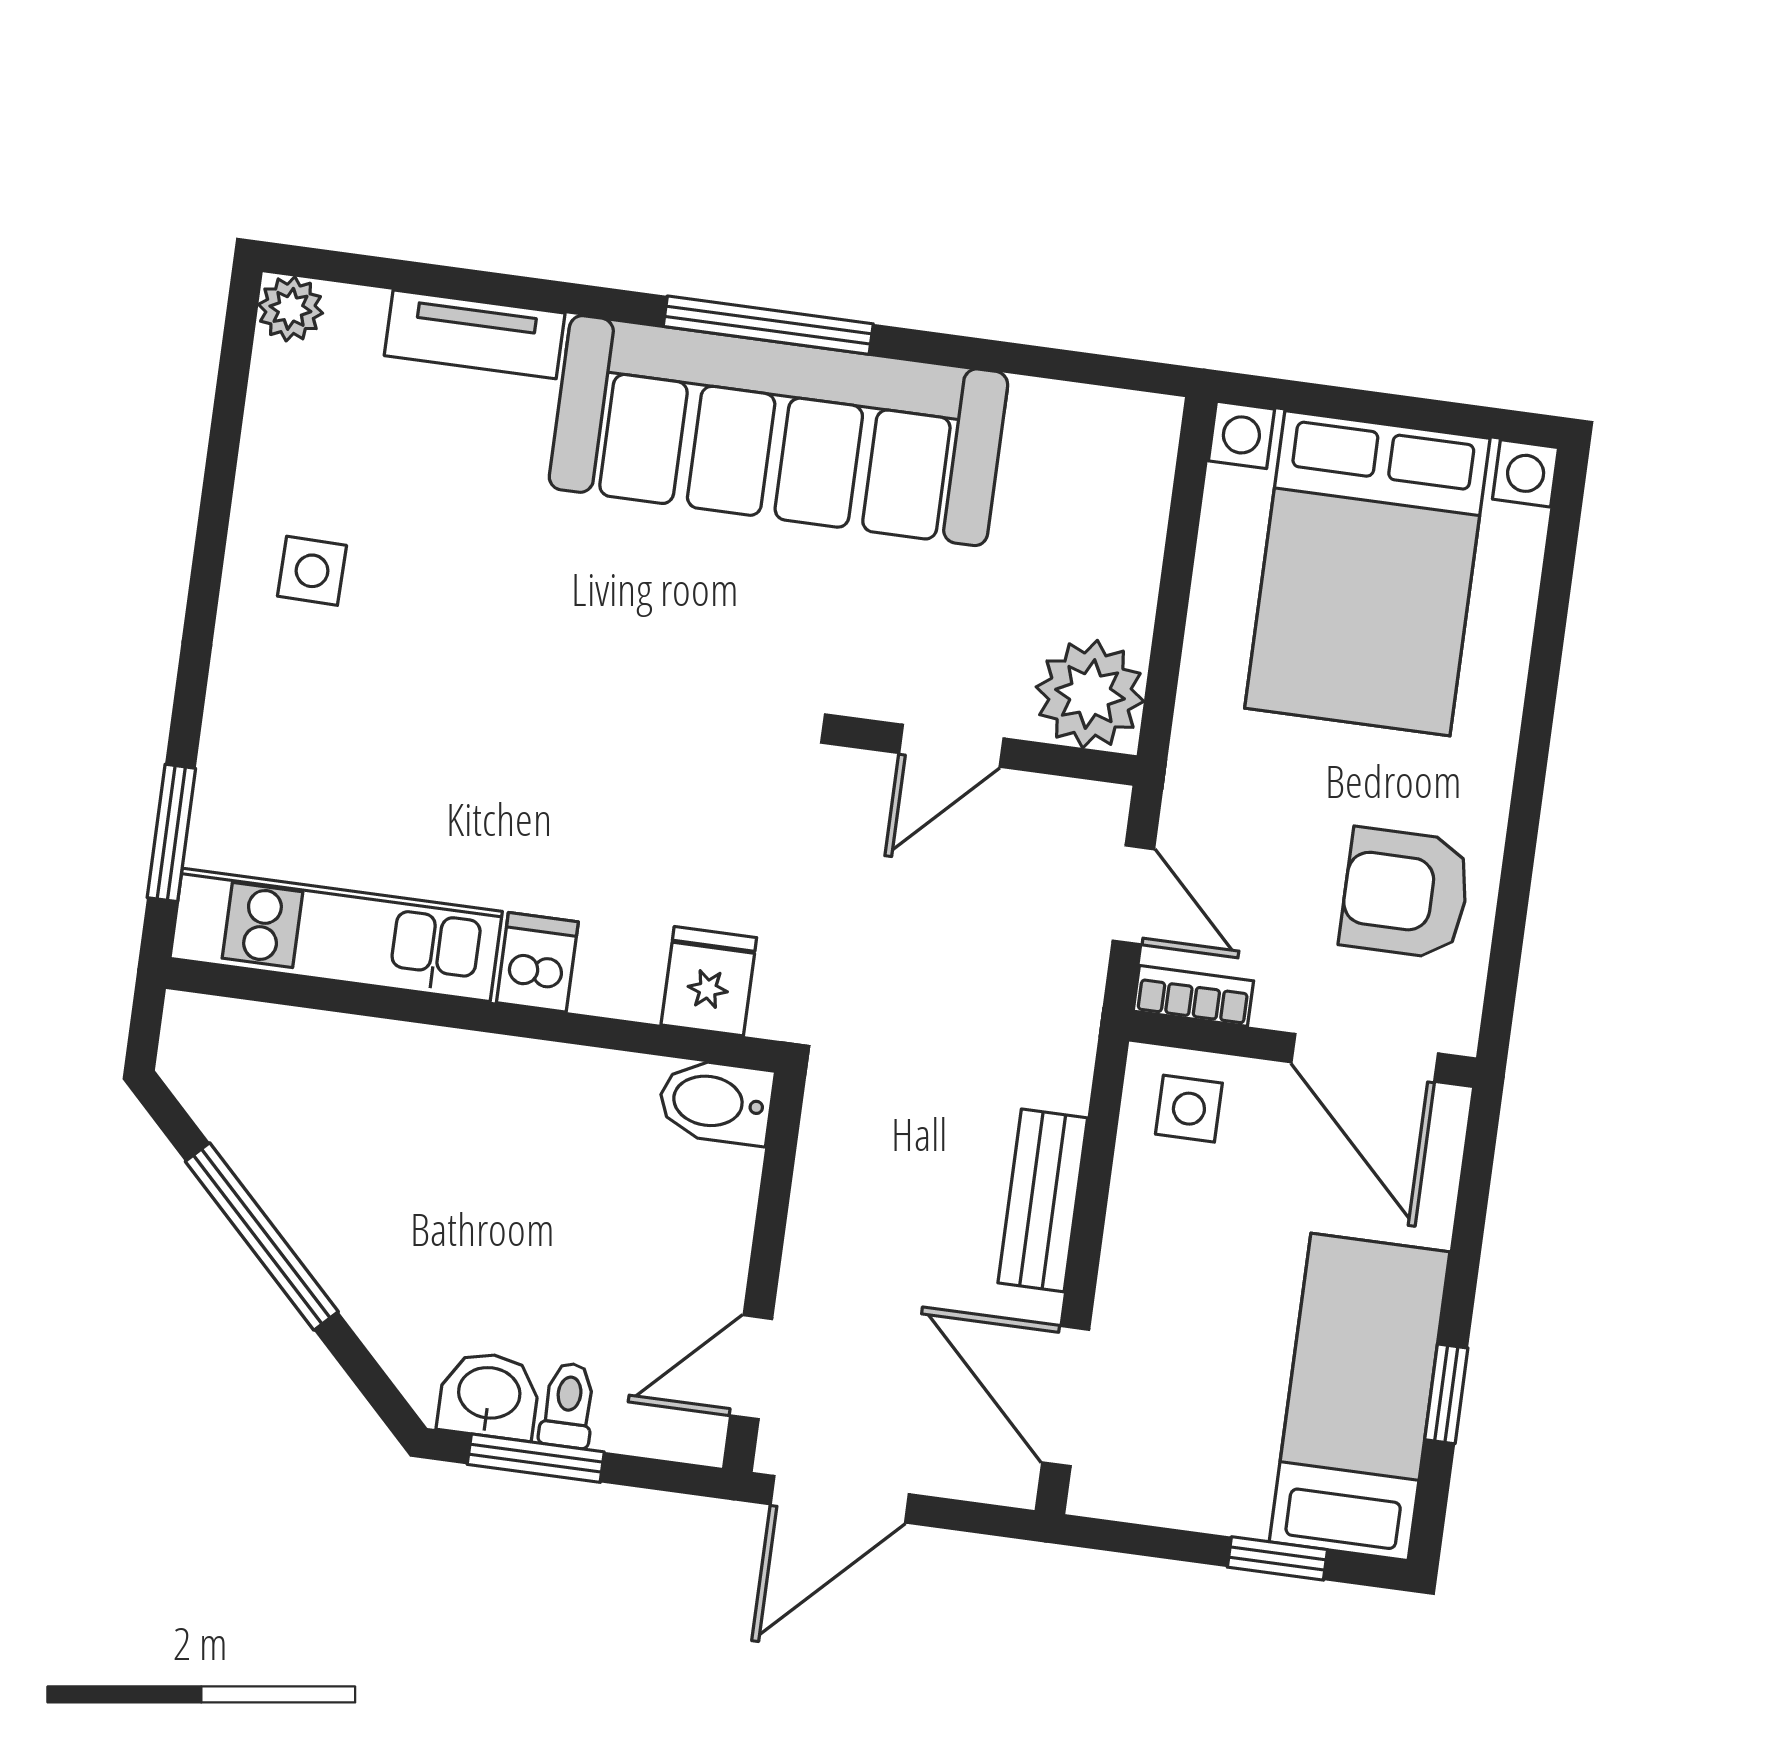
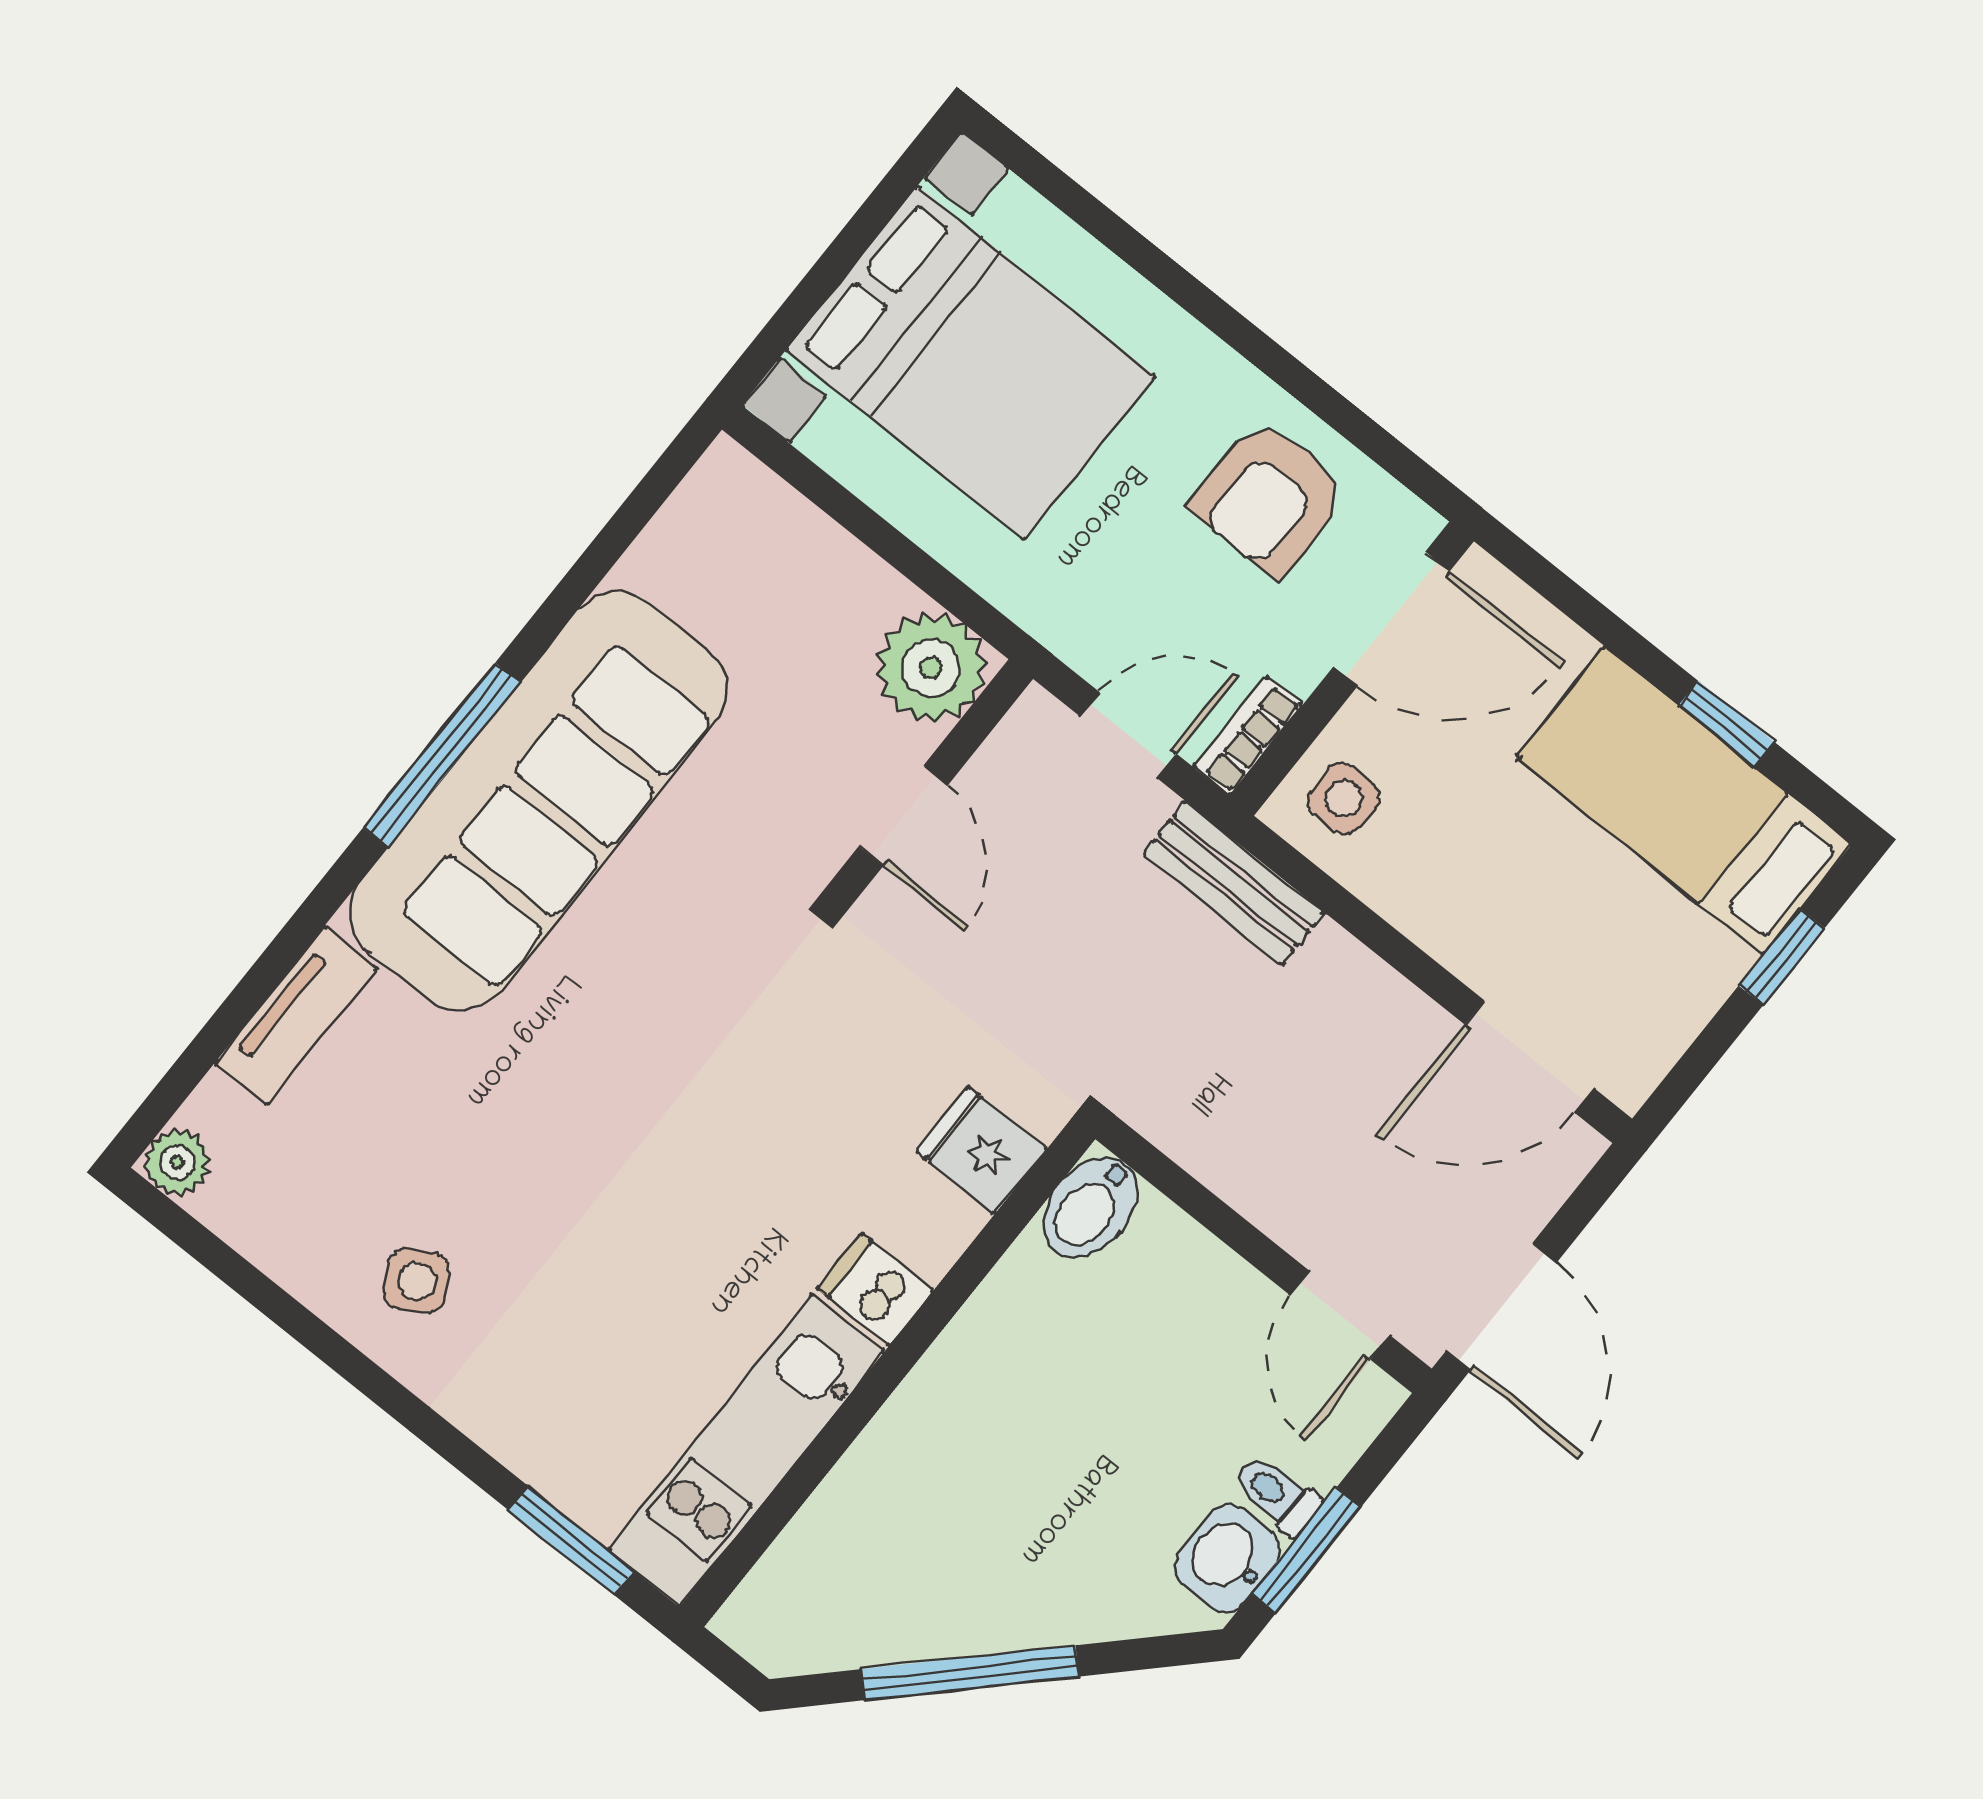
side table: (312, 571) -> (417, 1281), turned -31
bench: (1043, 1200) -> (1234, 883), moved

